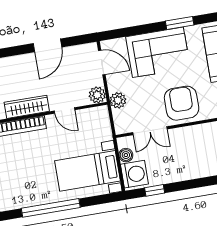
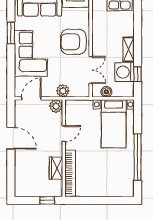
wardrobe: (27, 107) -> (56, 168), width x0.67
washing machine: (134, 174) -> (124, 72), moved, turned -90
shelving: (184, 174) -> (128, 49), added

